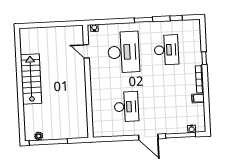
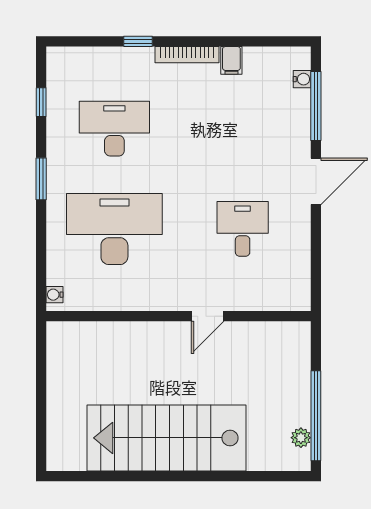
door: (86, 51) -> (208, 316), moved
stairs: (31, 79) -> (167, 438), width x1.36, depth x1.51
desk: (126, 107) -> (243, 229), width x0.73

